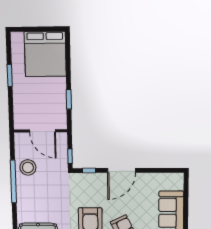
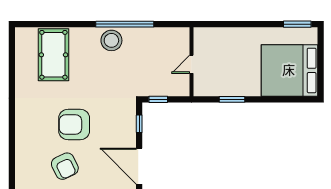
window: (10, 75) -> (297, 24), moved
door: (42, 131) -> (192, 64), width x0.53
stool: (28, 167) -> (111, 40), moved

